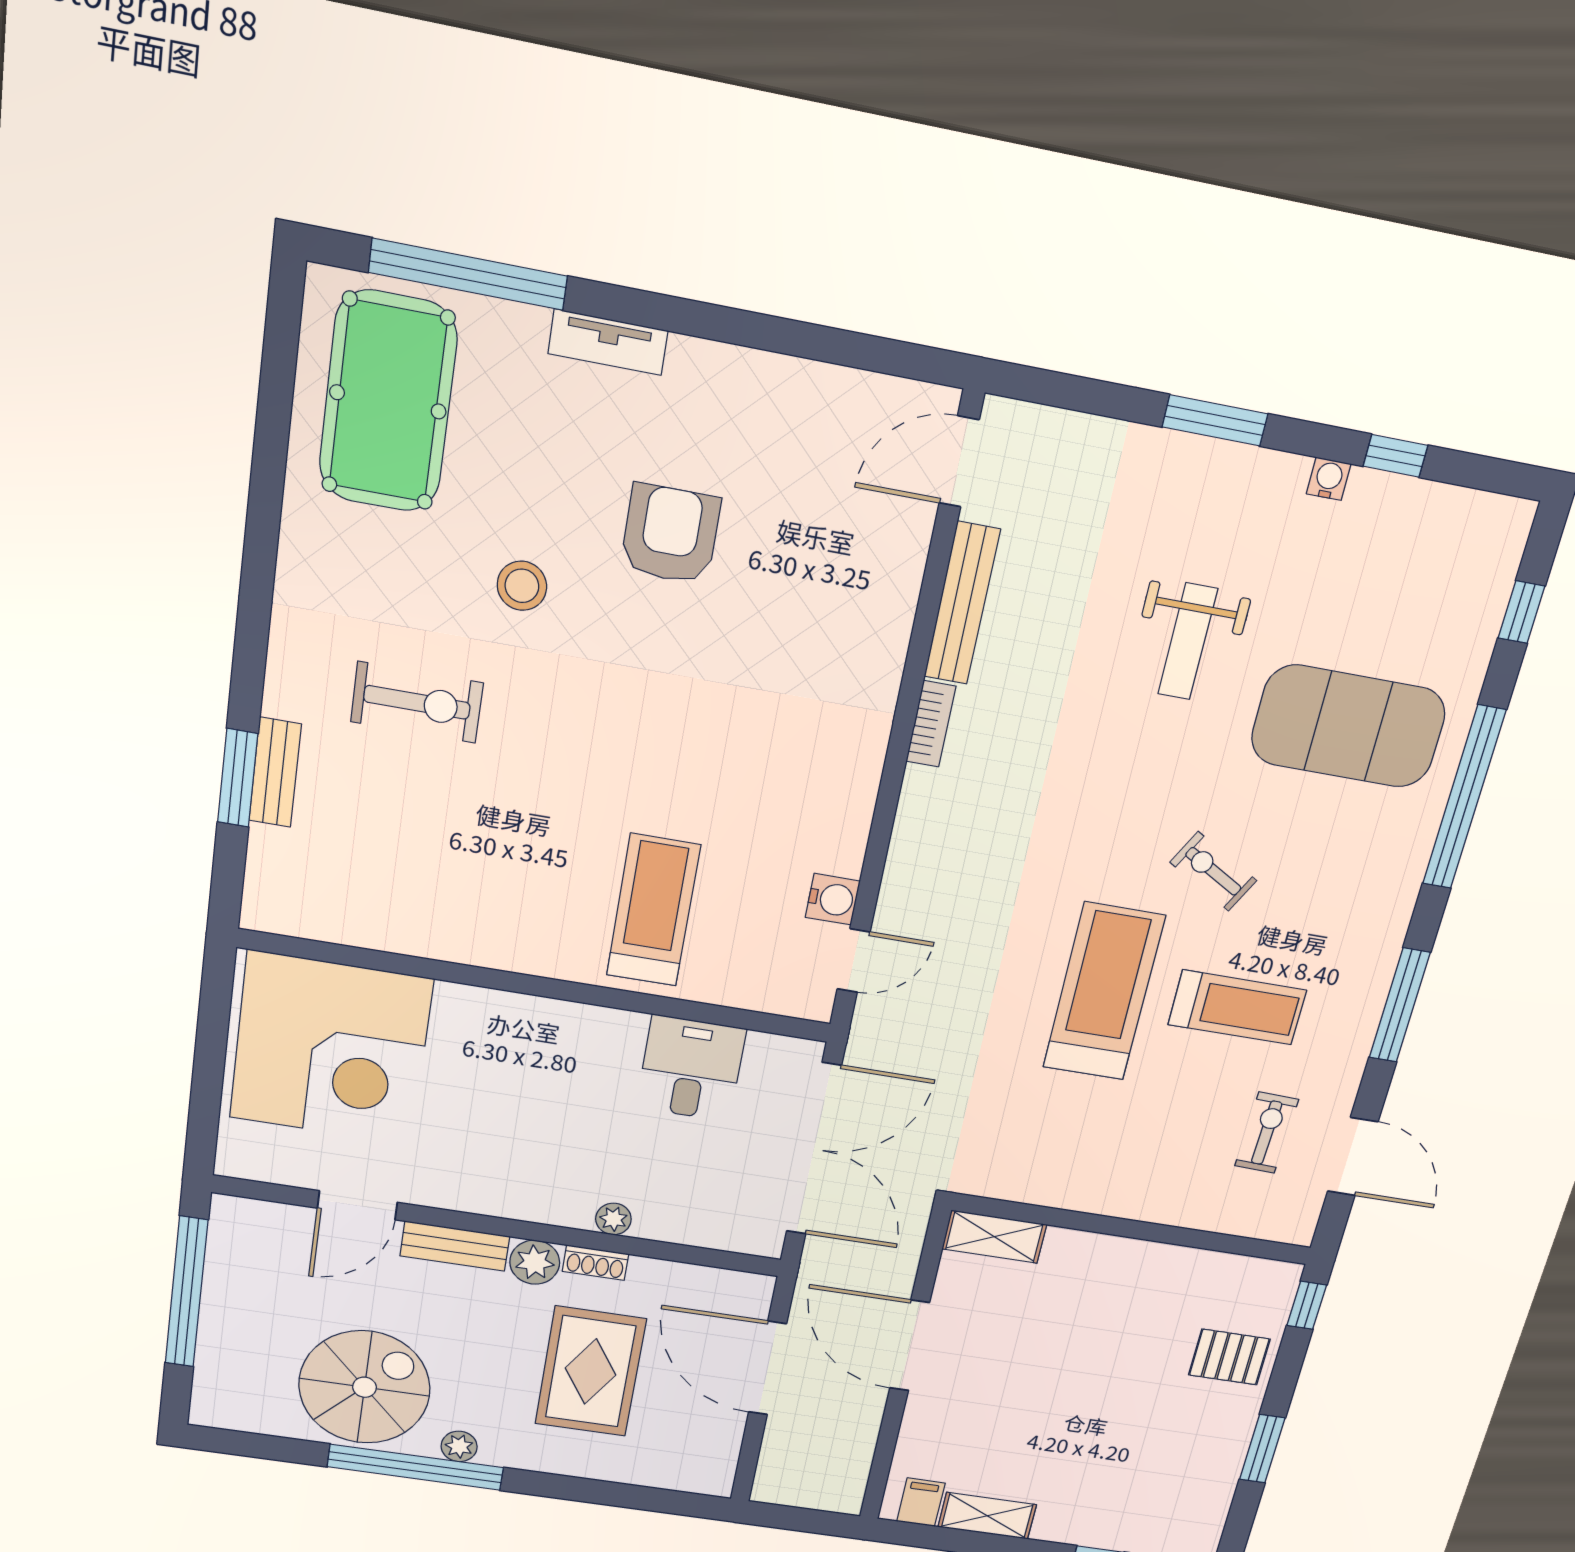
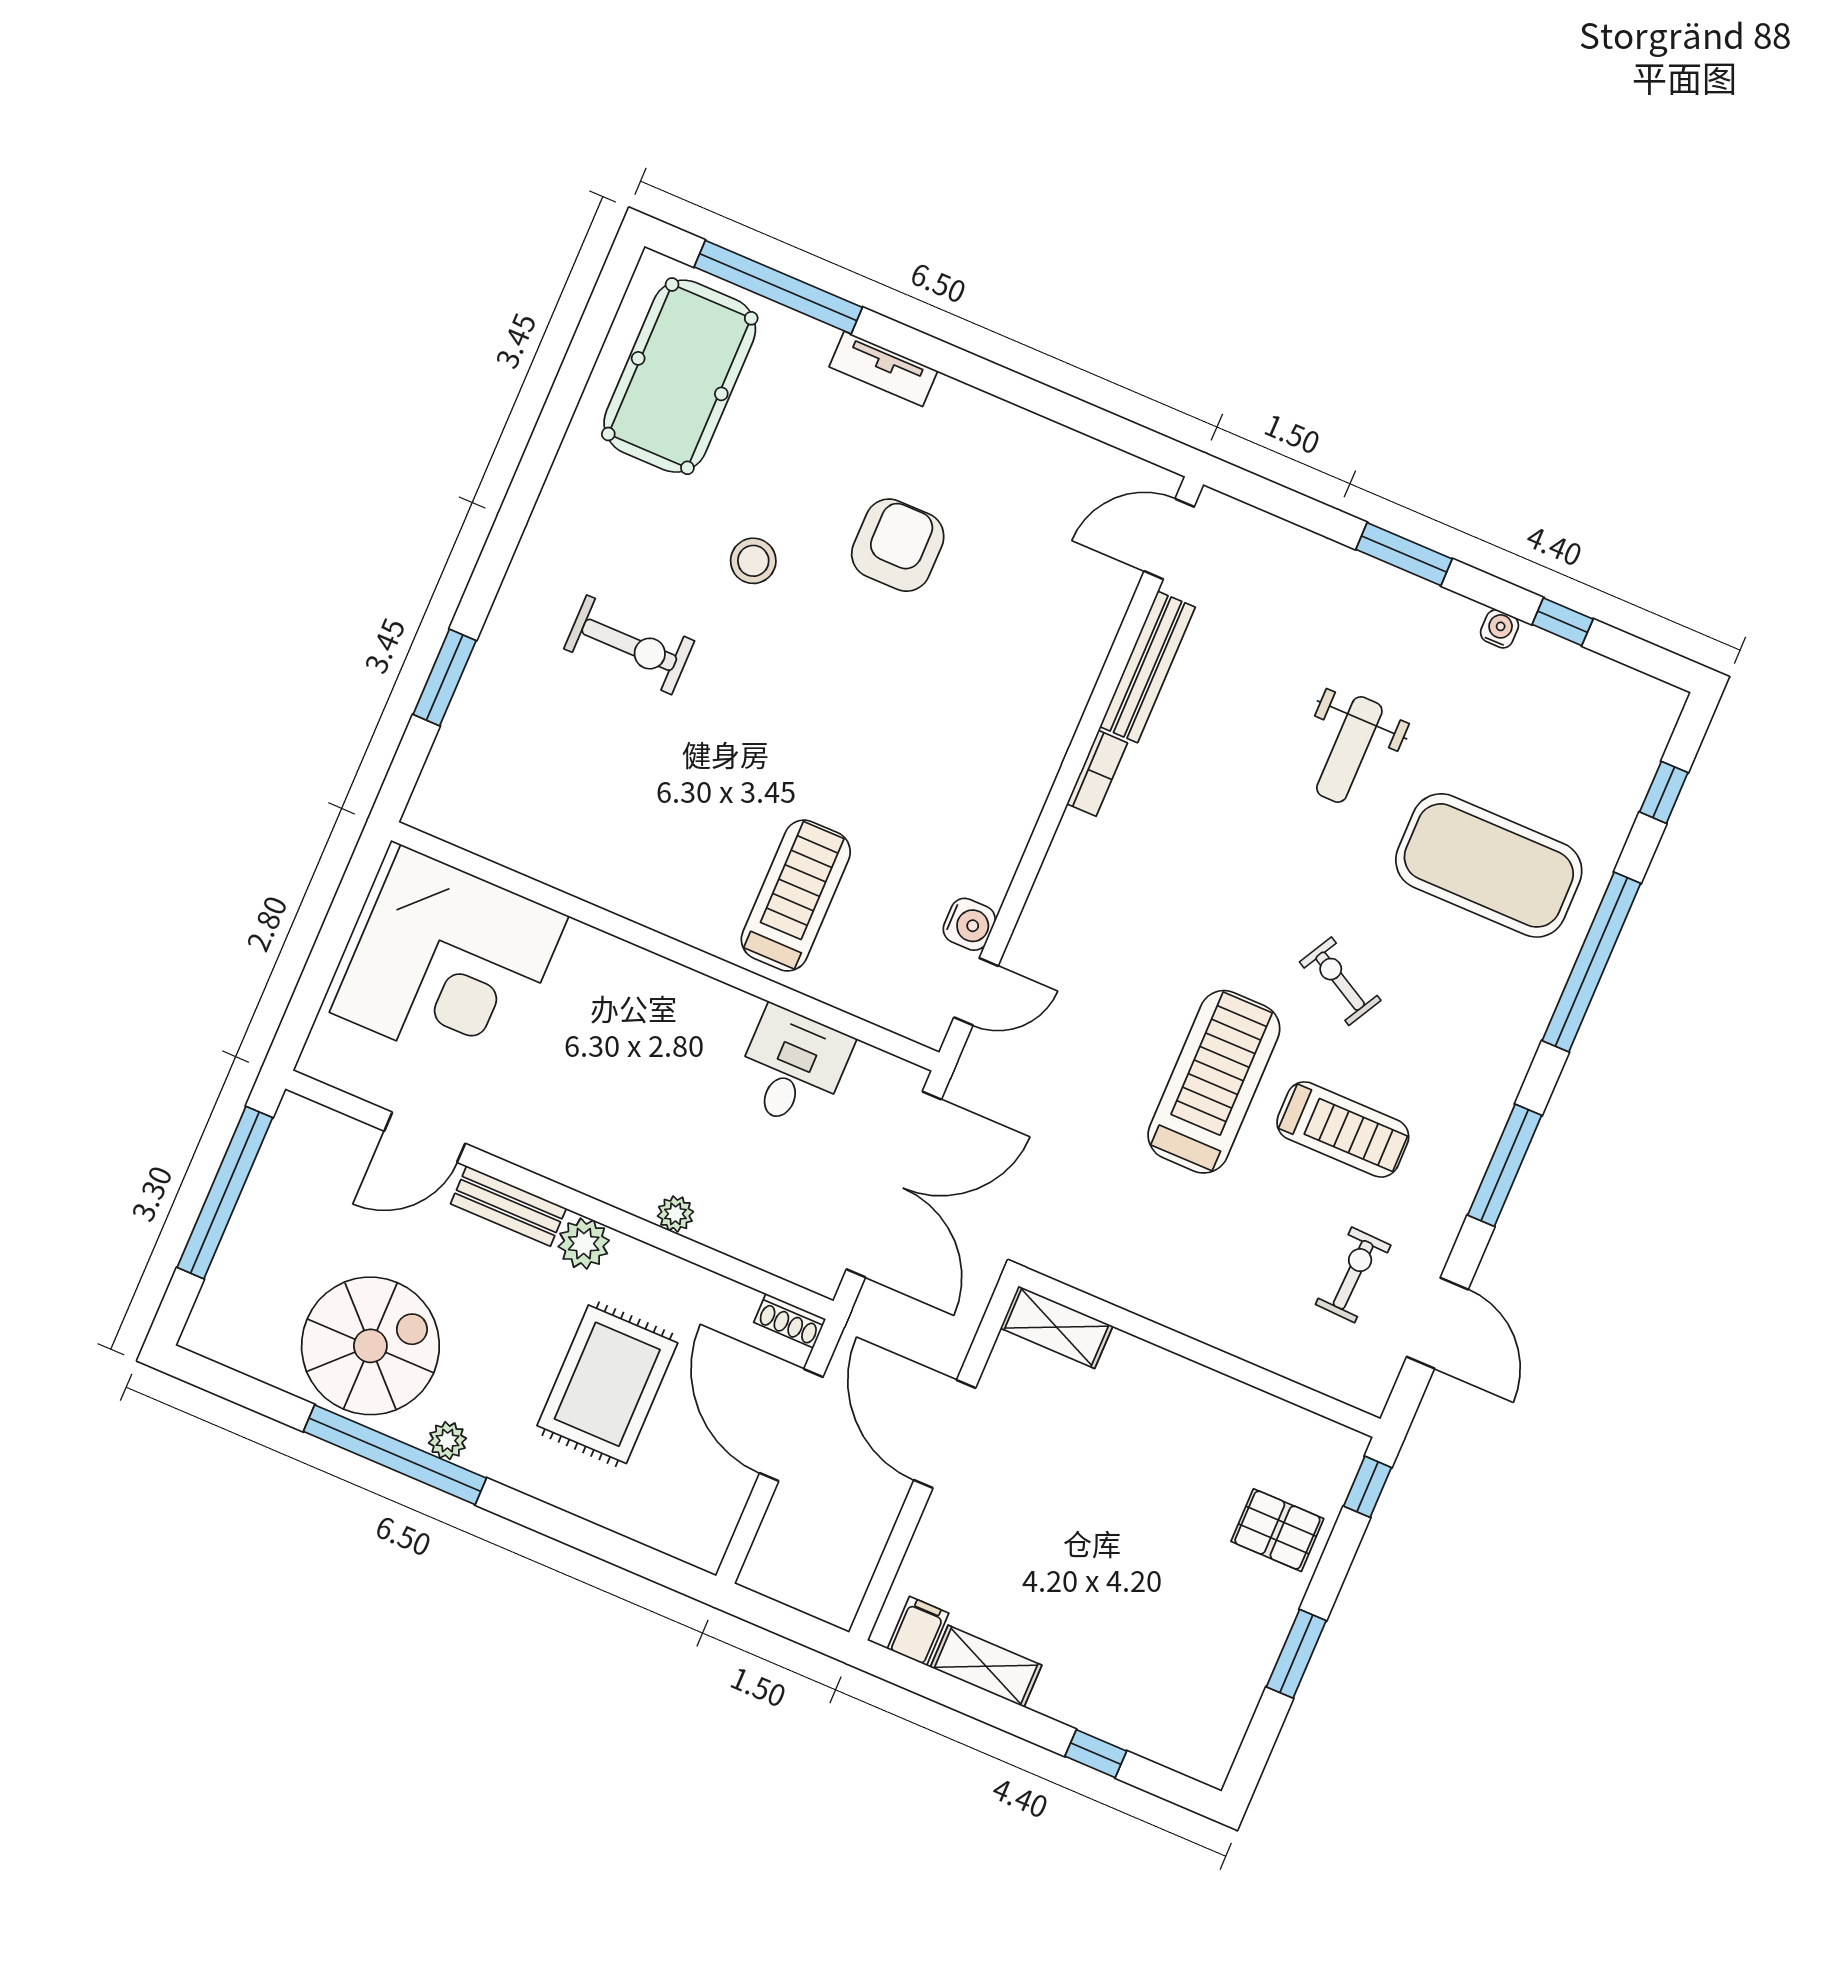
bench: (275, 772) -> (480, 680), removed
shoe rack: (596, 1263) -> (790, 1321), moved

